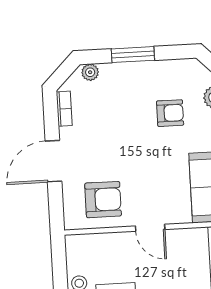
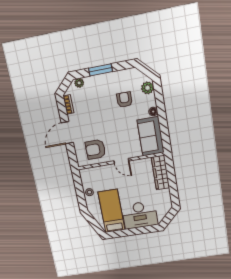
armchair: (170, 113) -> (124, 100), turned -90
armchair: (103, 200) -> (95, 149), turned 180

